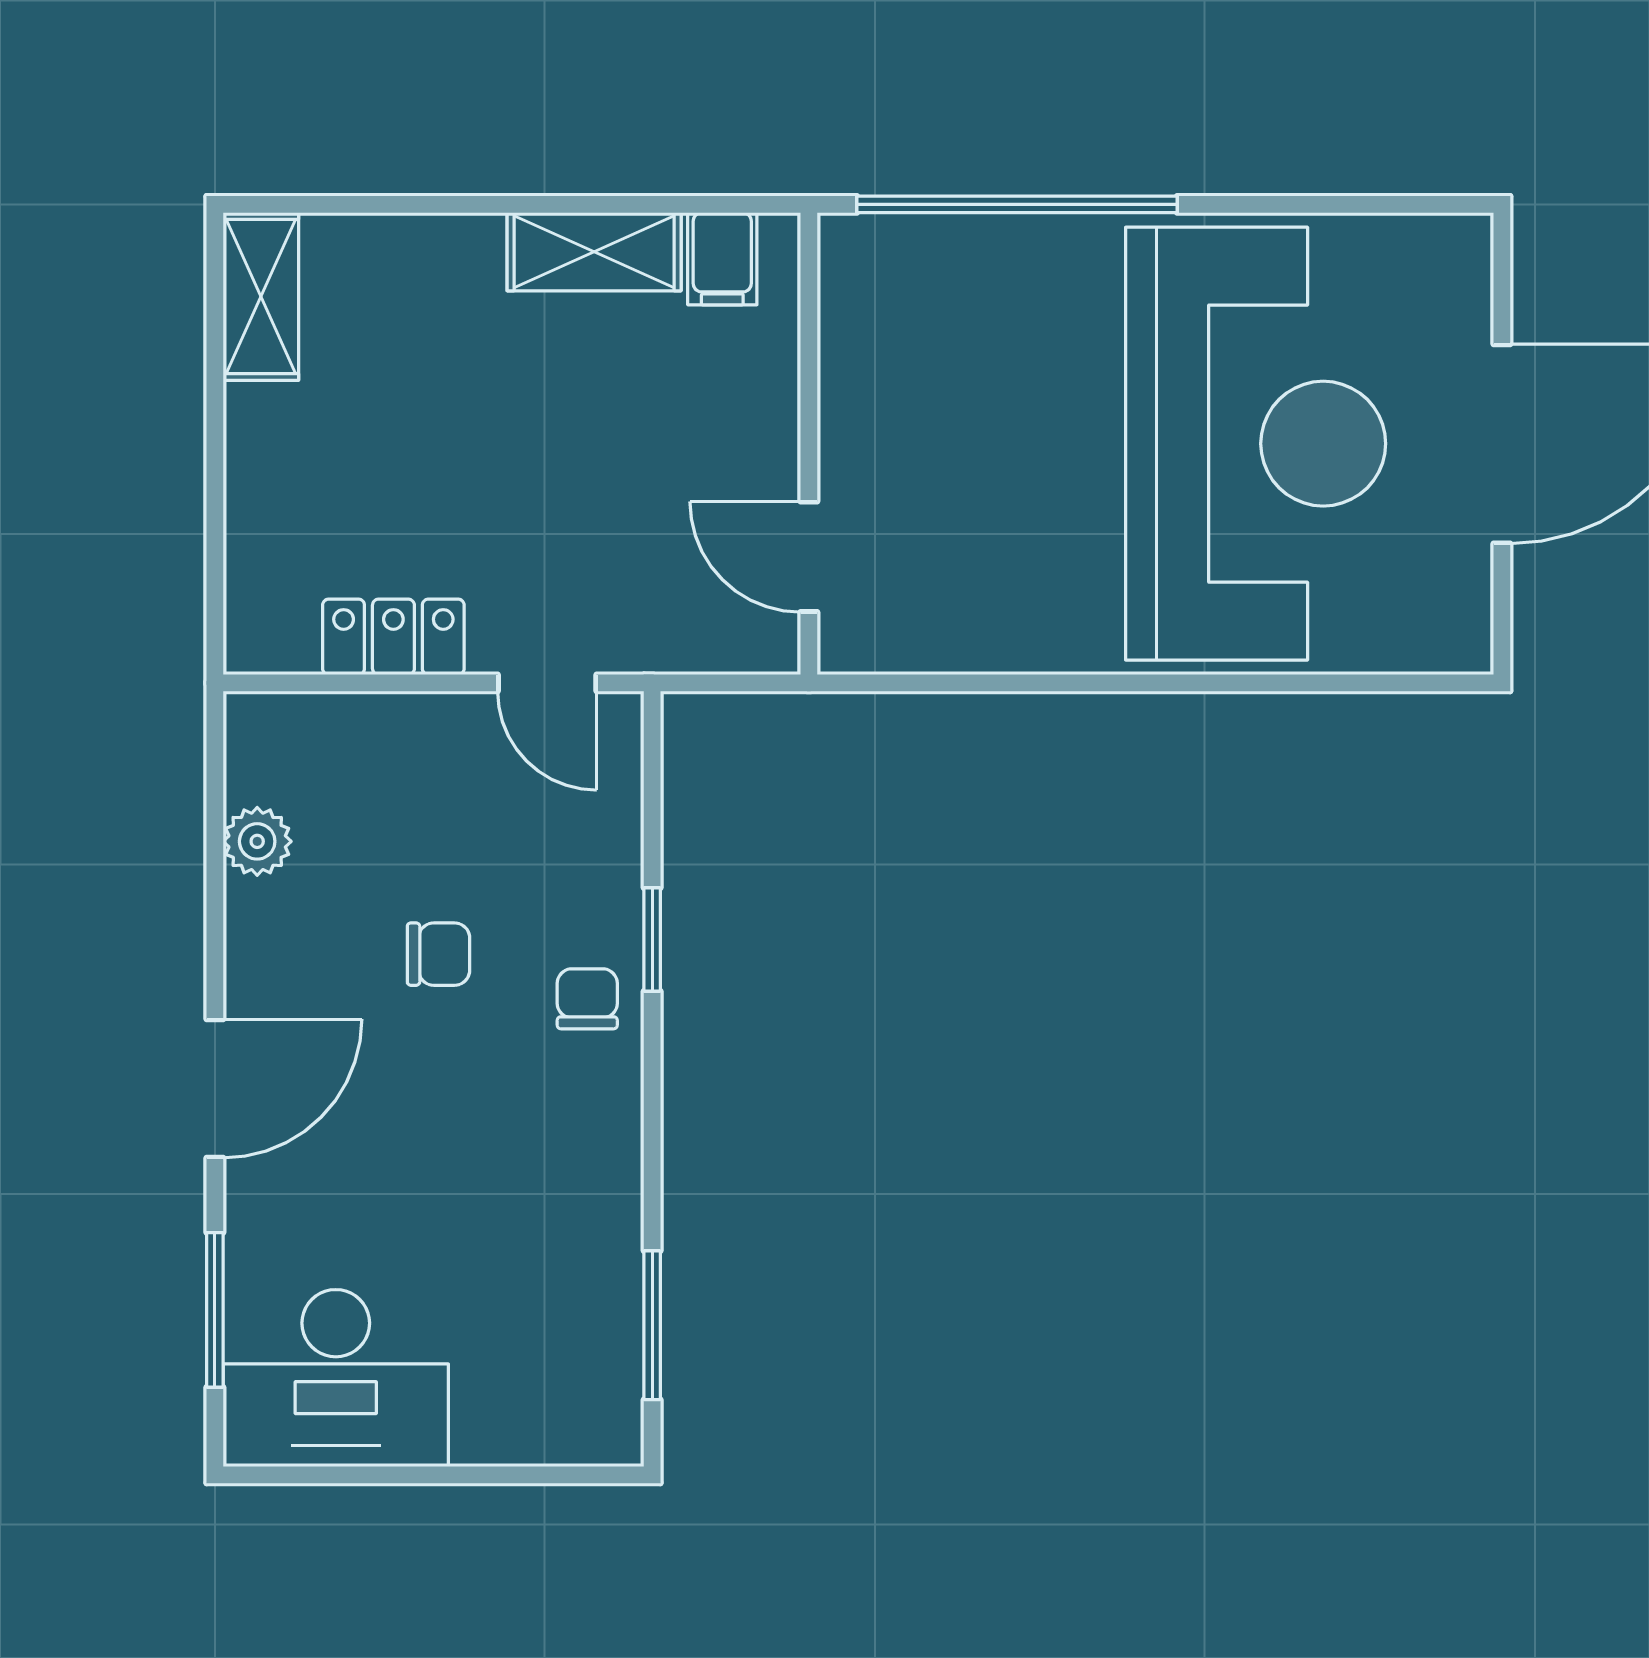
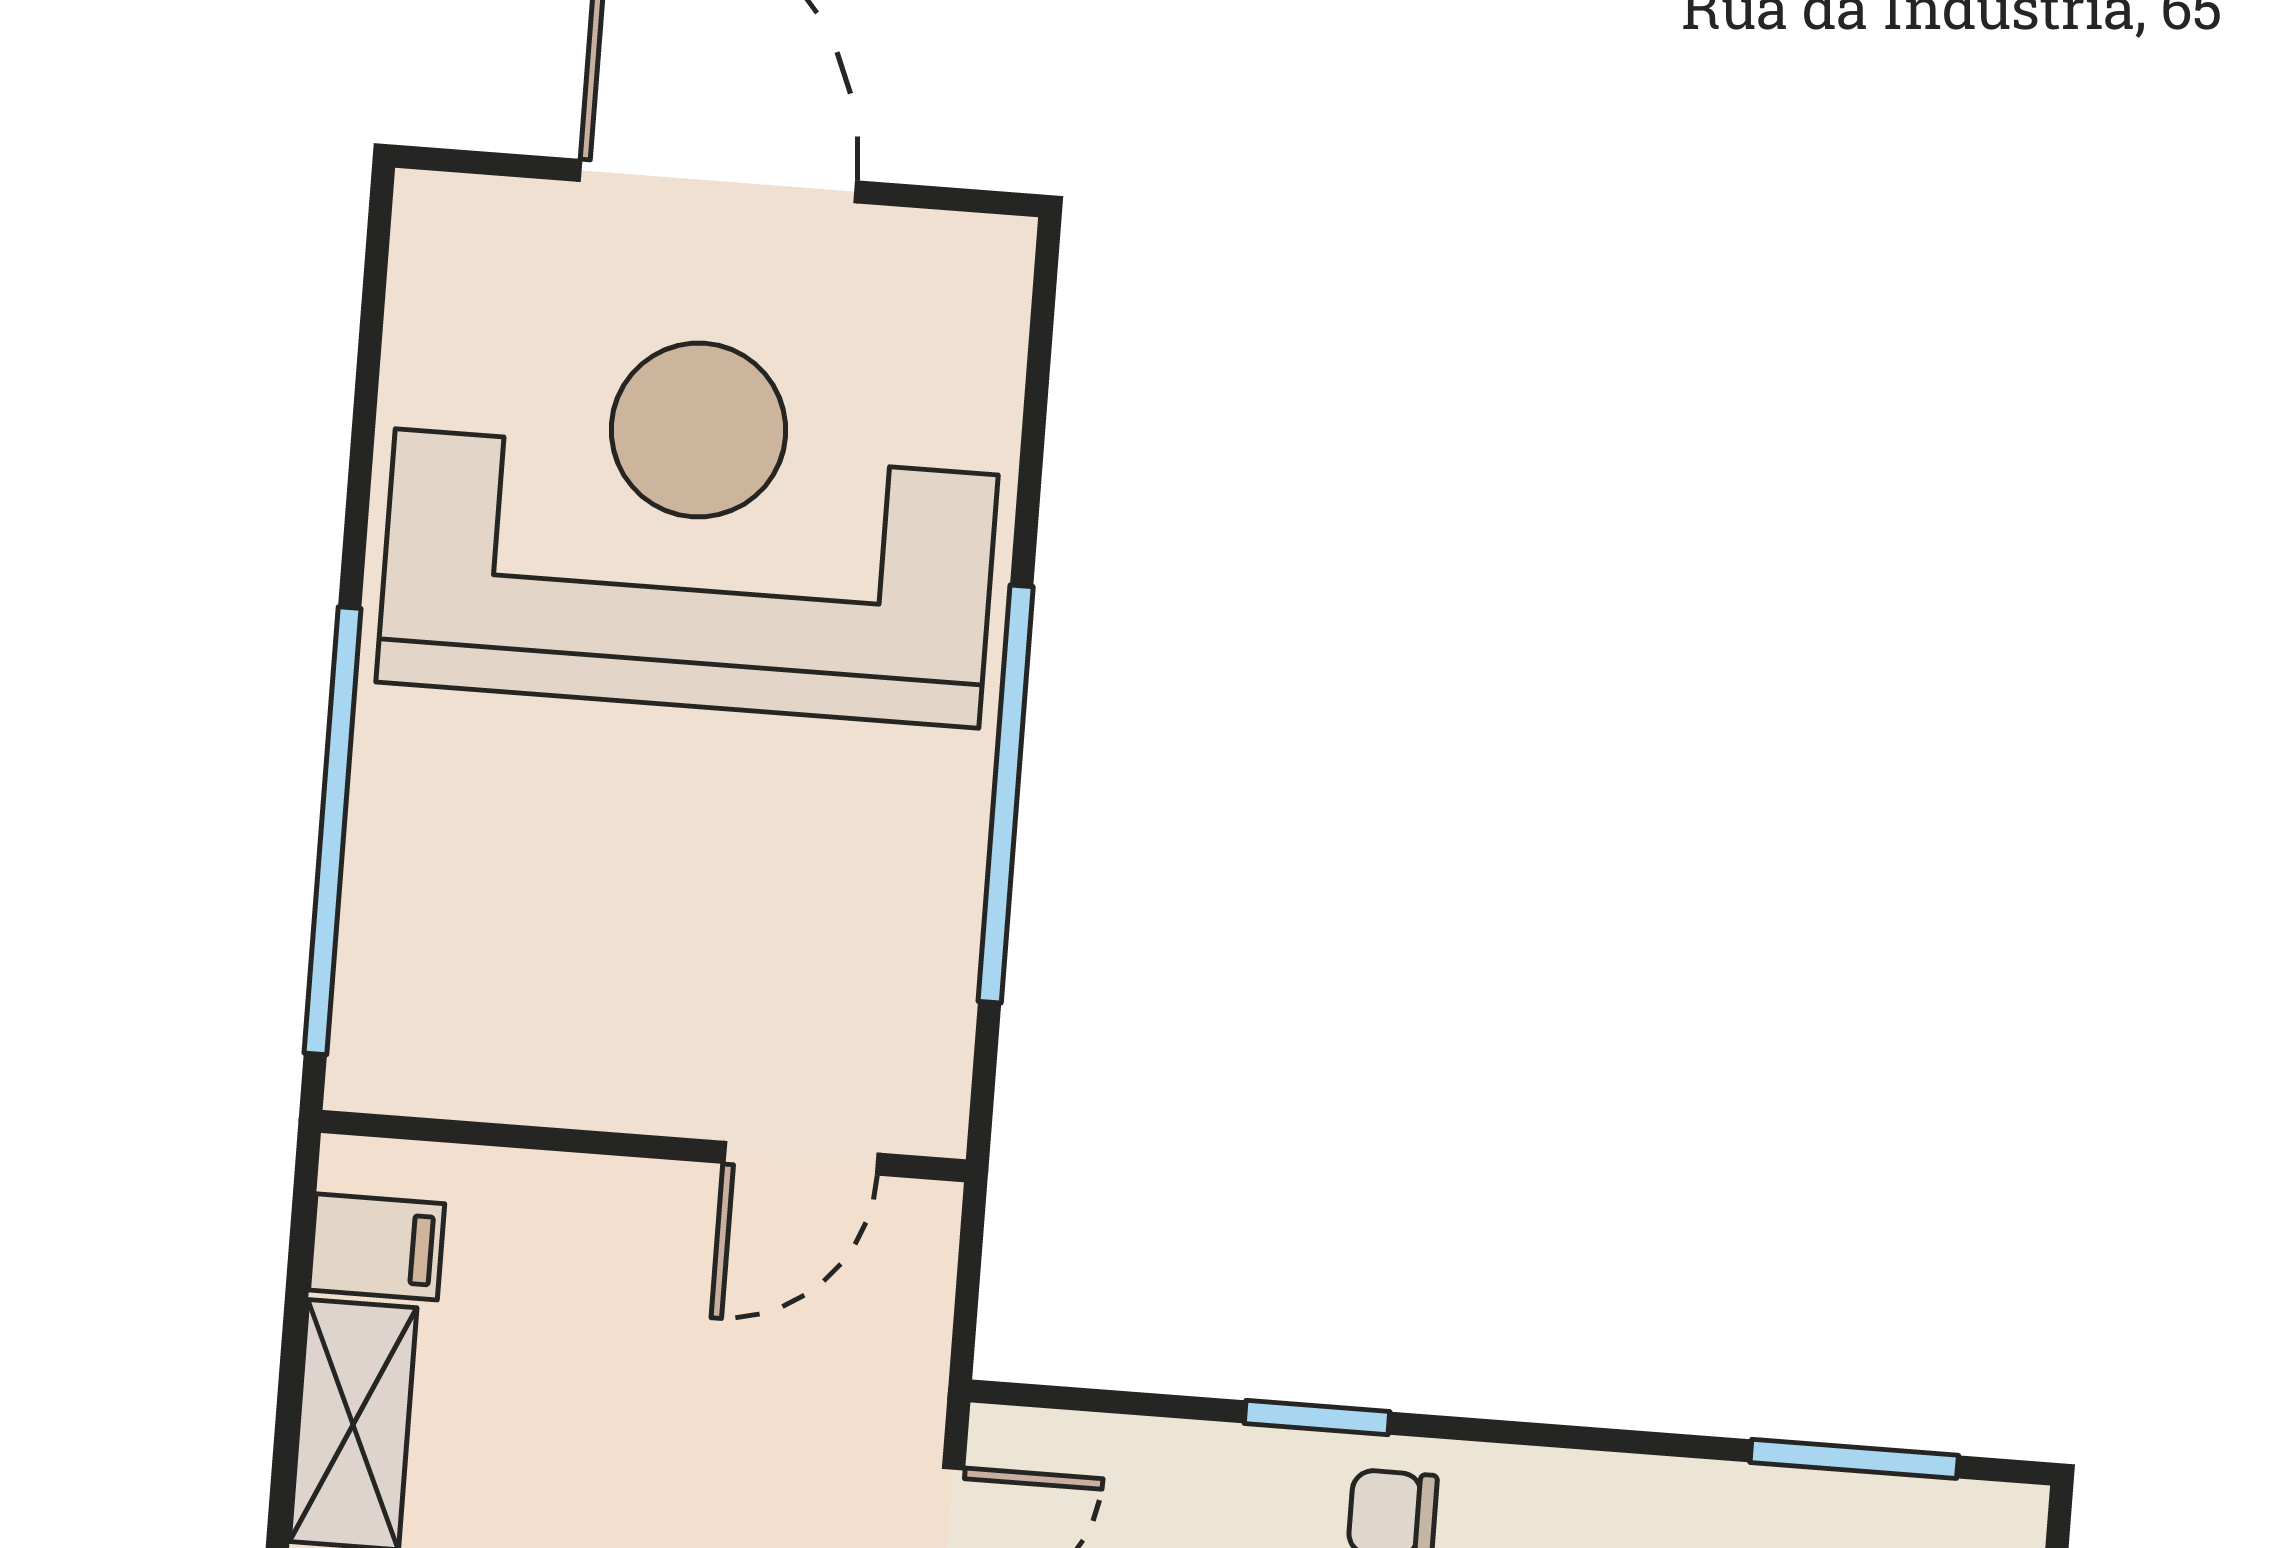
window: (1080, 683) -> (1006, 794), added

